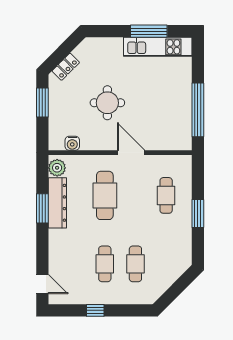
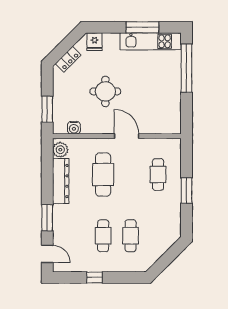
fridge: (95, 47) -> (94, 42), added
window: (42, 102) -> (47, 109), moved
window: (198, 110) -> (186, 68), moved
window: (42, 208) -> (47, 218), moved

